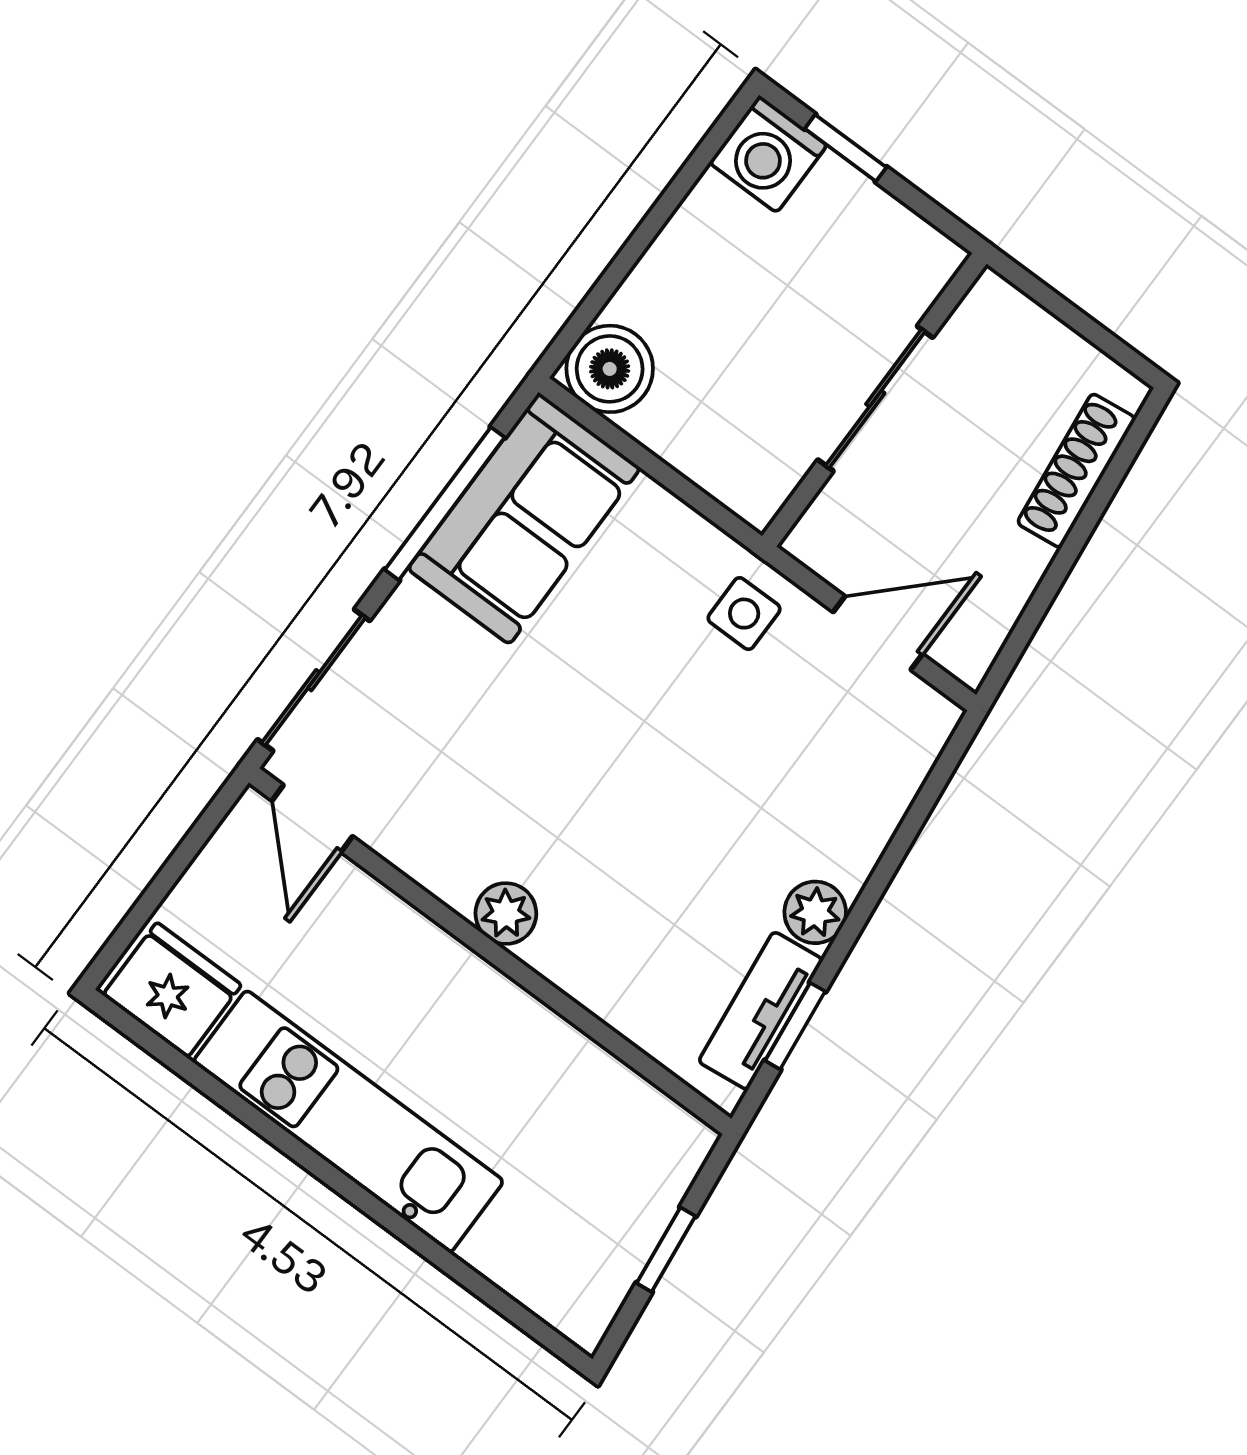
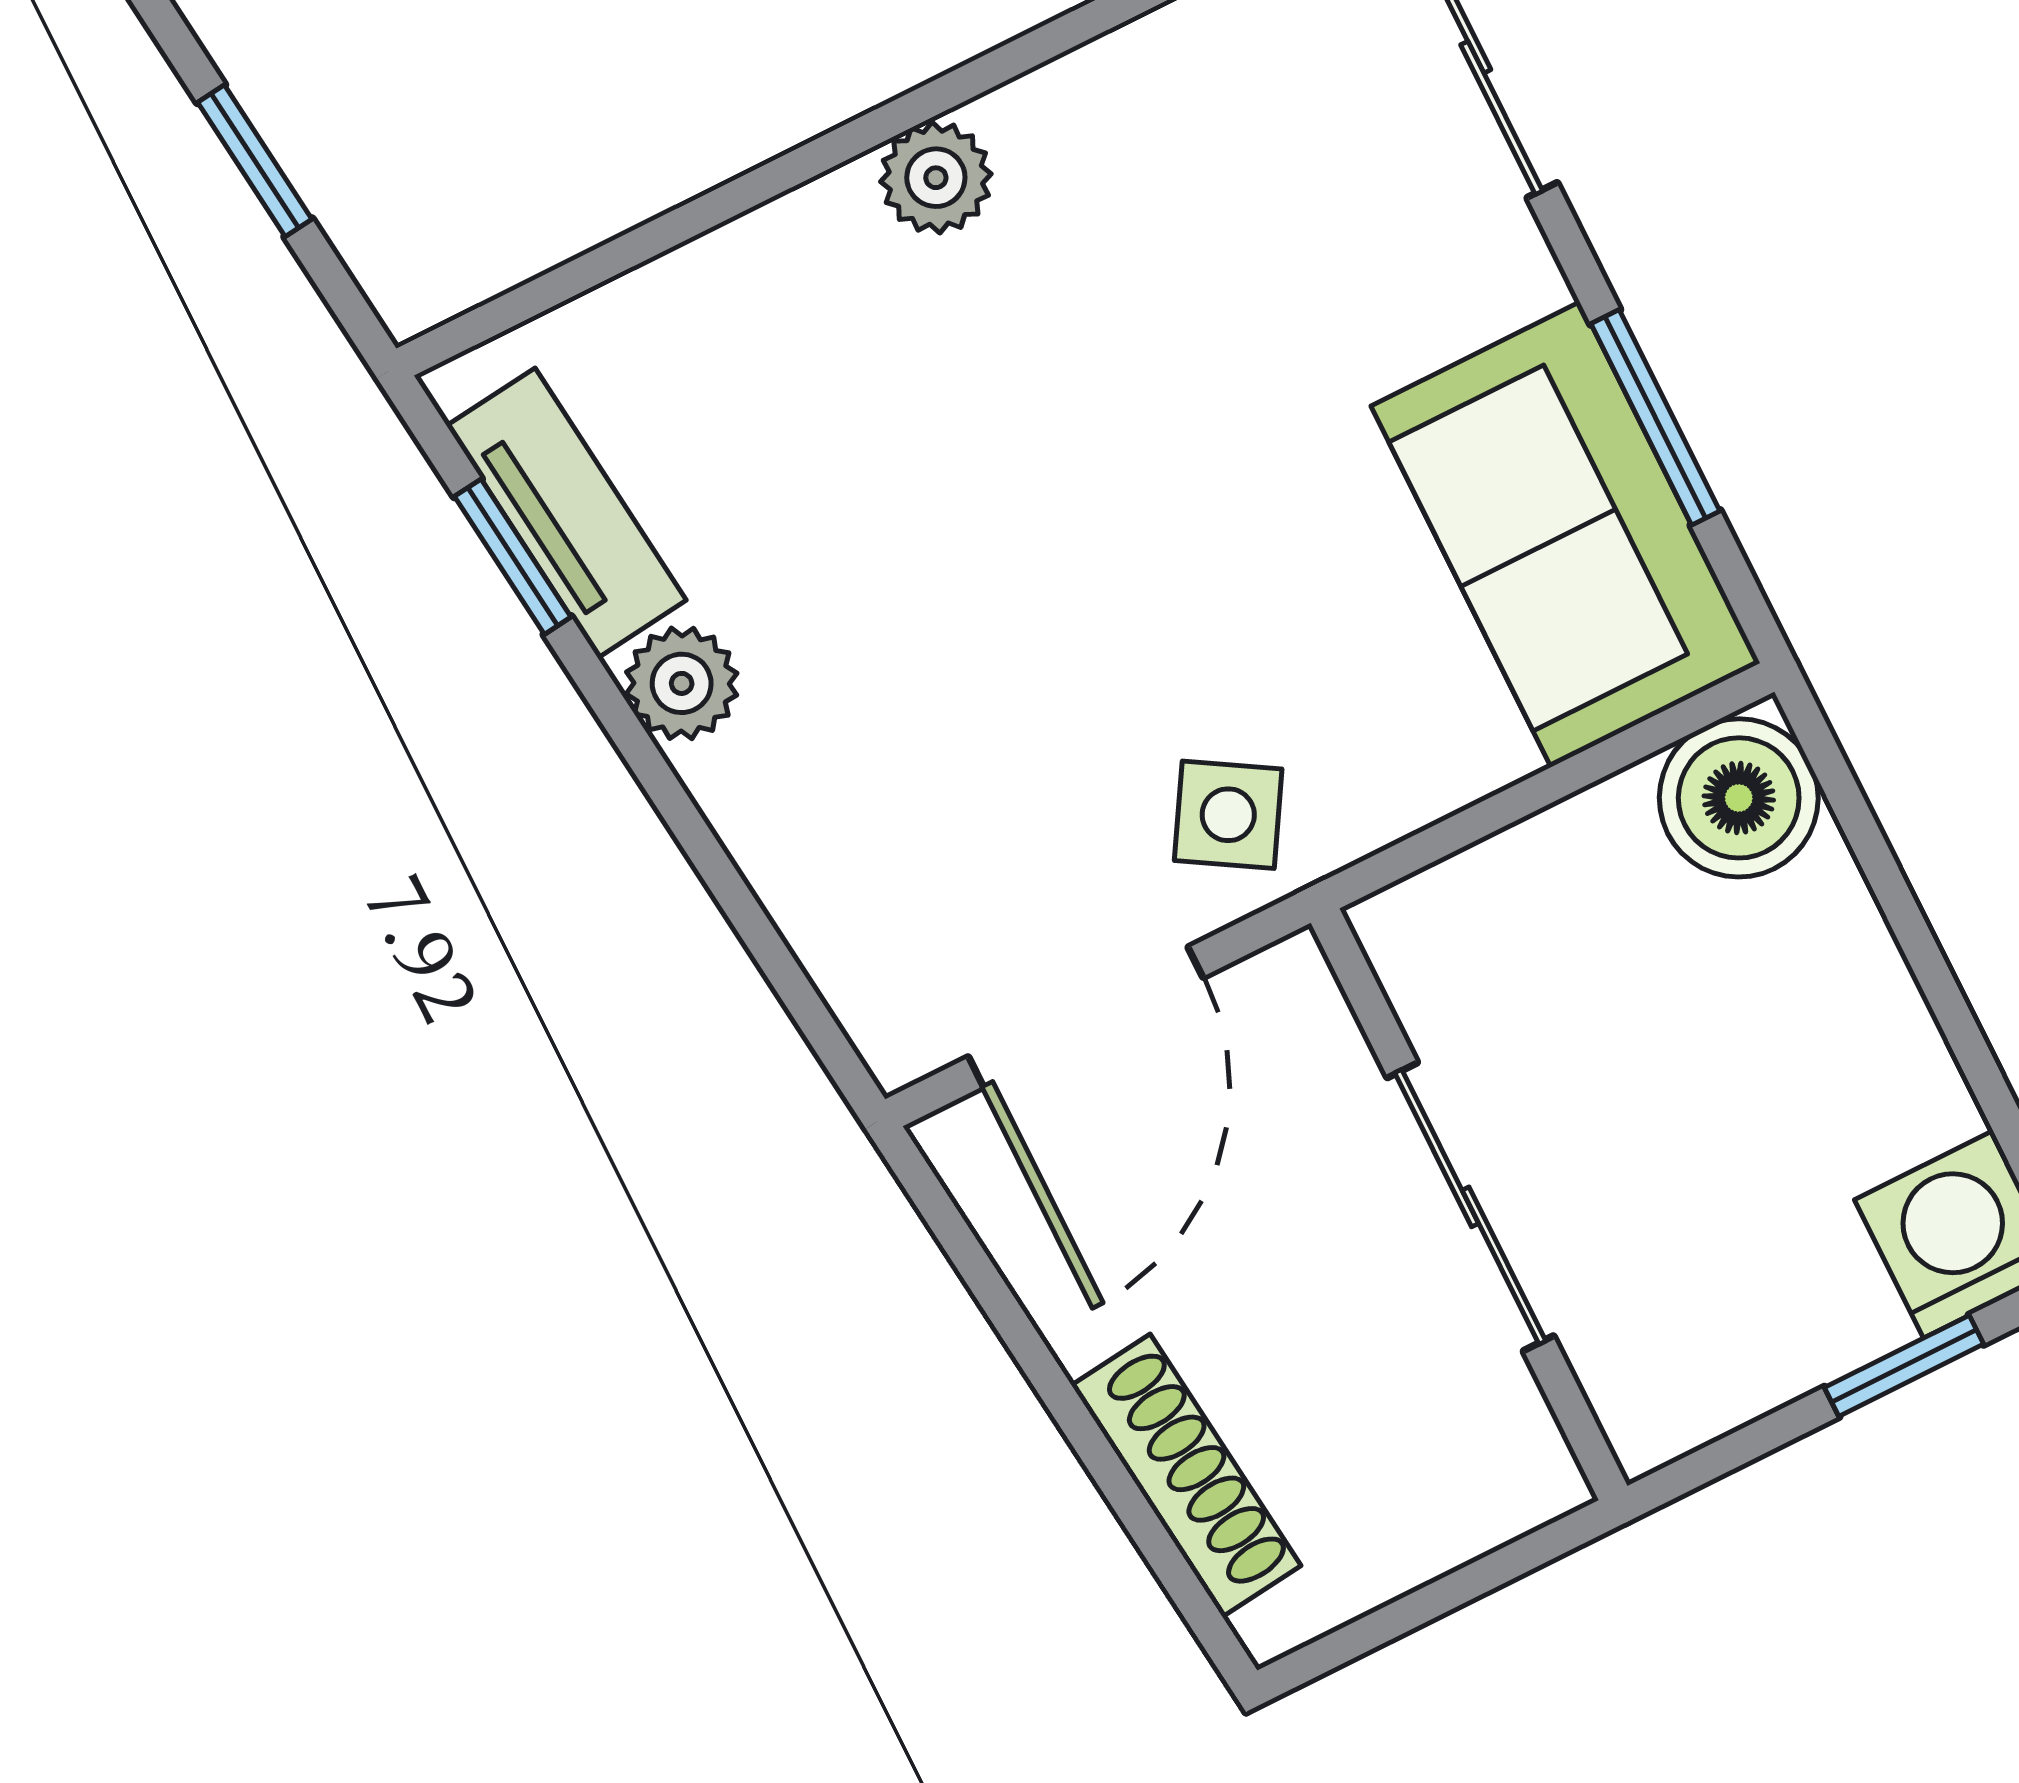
window: (445, 504) -> (1655, 417), width x0.69
side table: (744, 614) -> (1228, 815), turned 31
door: (878, 633) -> (1086, 1017), width x1.38

